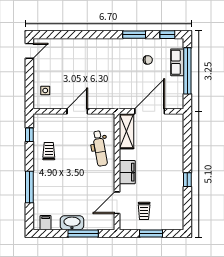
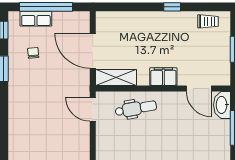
door: (77, 111) -> (93, 109), moved
trolley: (144, 211) -> (208, 21), moved
washbasin: (72, 223) -> (222, 105), moved

